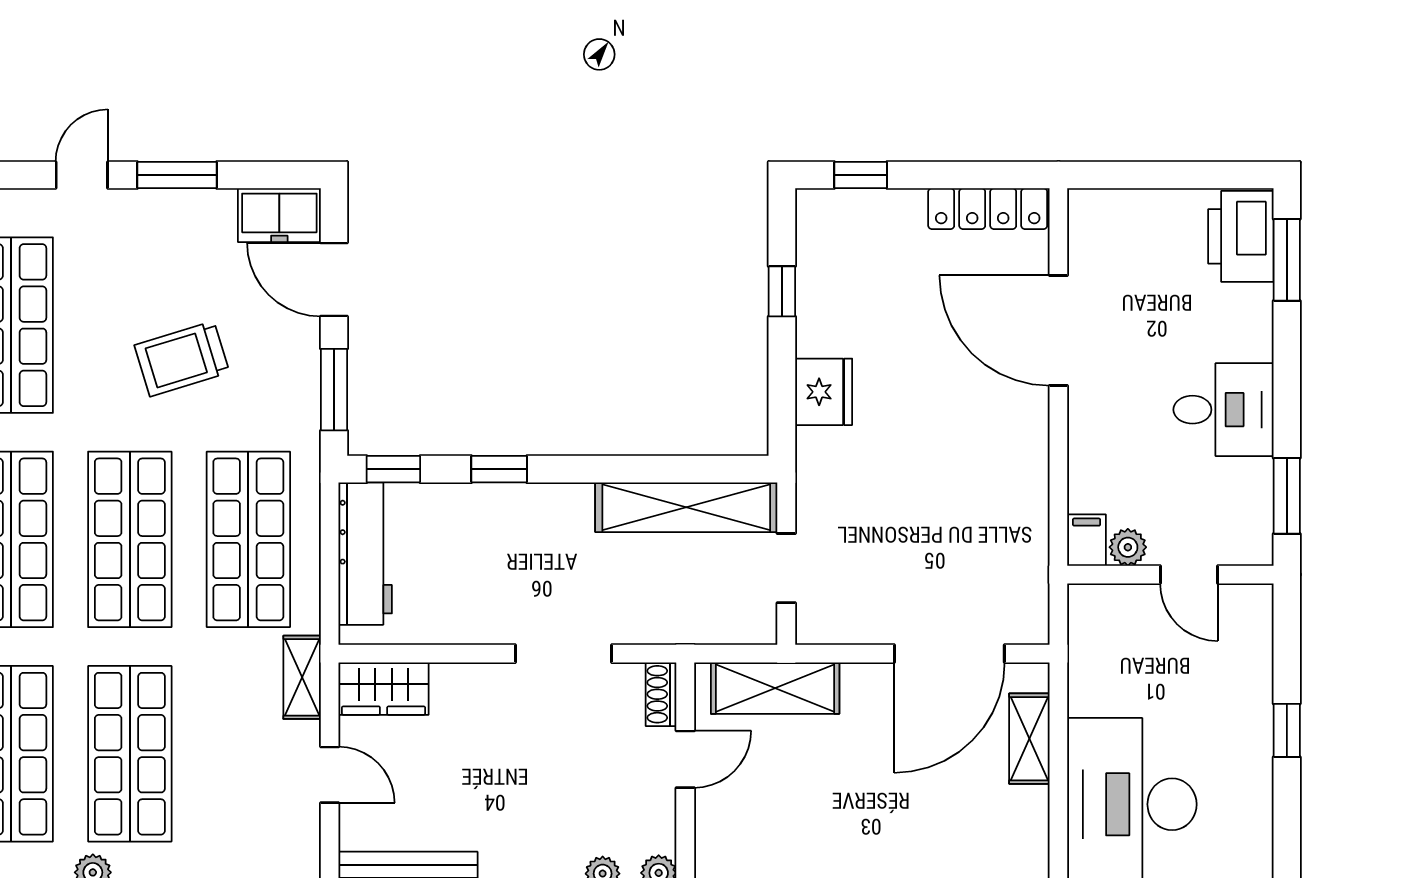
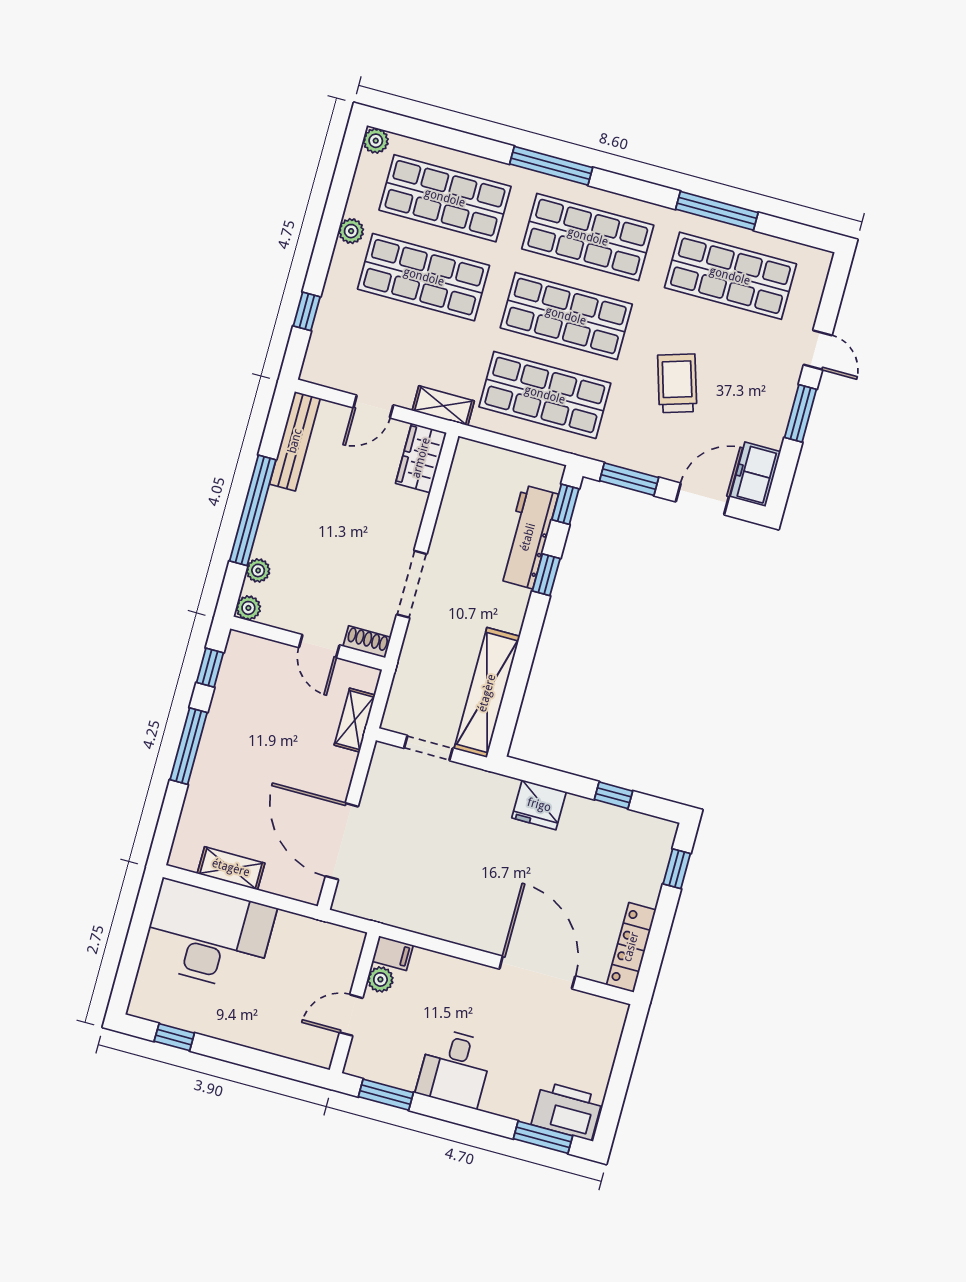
door: (1058, 331) -> (537, 972), hinge flipped
workbench: (365, 554) -> (528, 537), moved, turned 90
shelving: (775, 688) -> (355, 720), width x0.67, depth x0.75
window: (1287, 730) -> (174, 1037), moved
shelving: (1029, 739) -> (231, 868), moved

